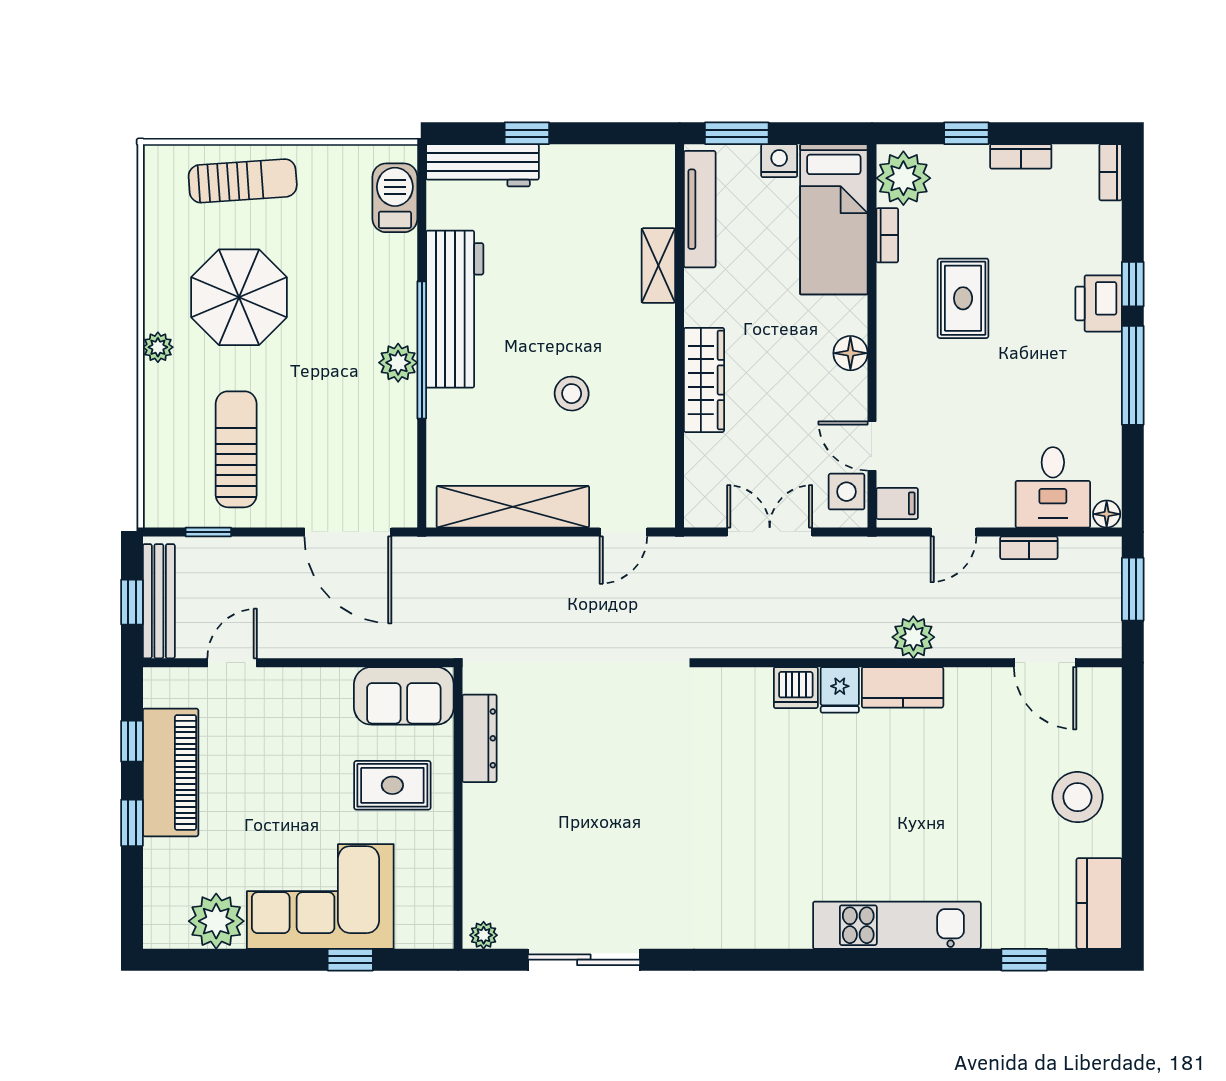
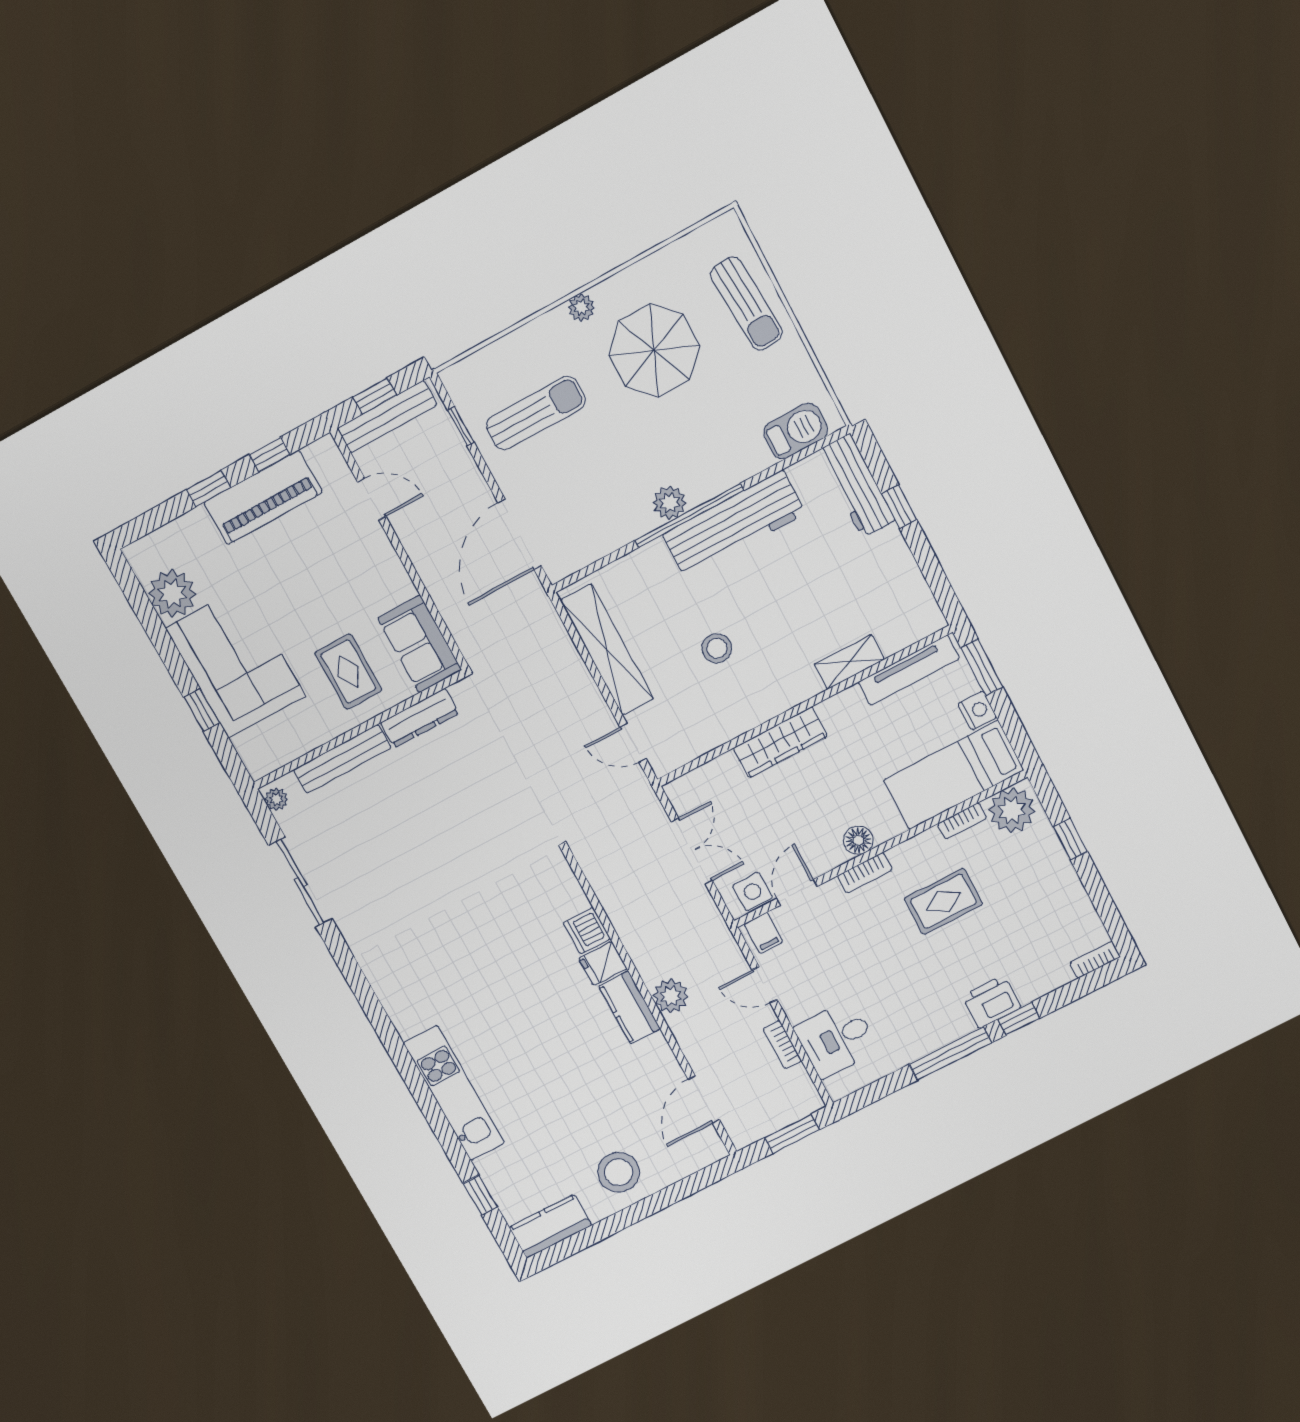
bookcase: (1021, 156) -> (865, 873), moved, turned -90
floor lamp: (1107, 514) -> (837, 1087), removed
bench: (479, 843) -> (342, 759), added

